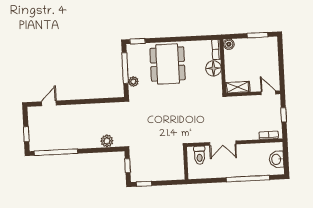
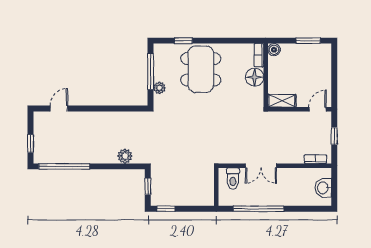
window: (137, 41) -> (183, 41), moved
door: (268, 93) -> (318, 109), hinge flipped
window: (248, 179) -> (259, 209), moved

